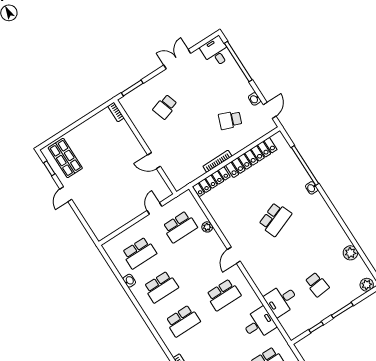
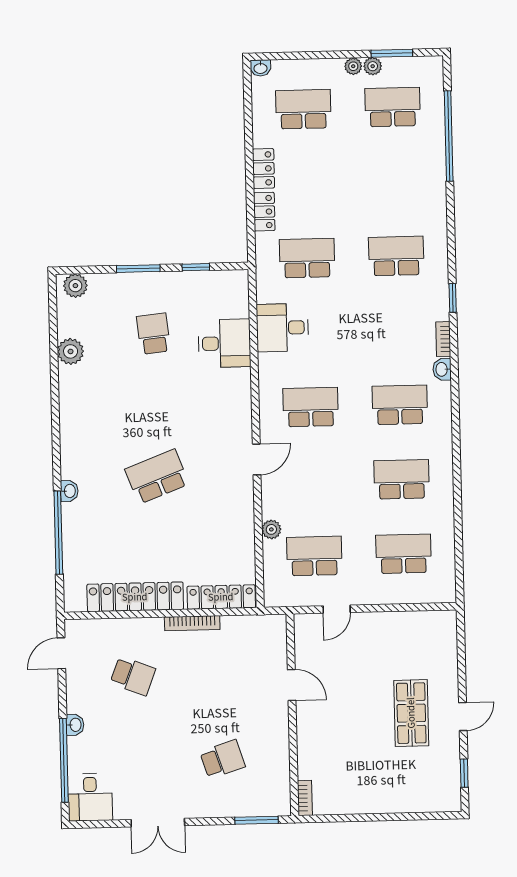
washbasin: (255, 99) -> (75, 725), moved
shop shelf: (65, 158) -> (411, 713), moved
washbasin: (129, 281) -> (442, 369), moved

